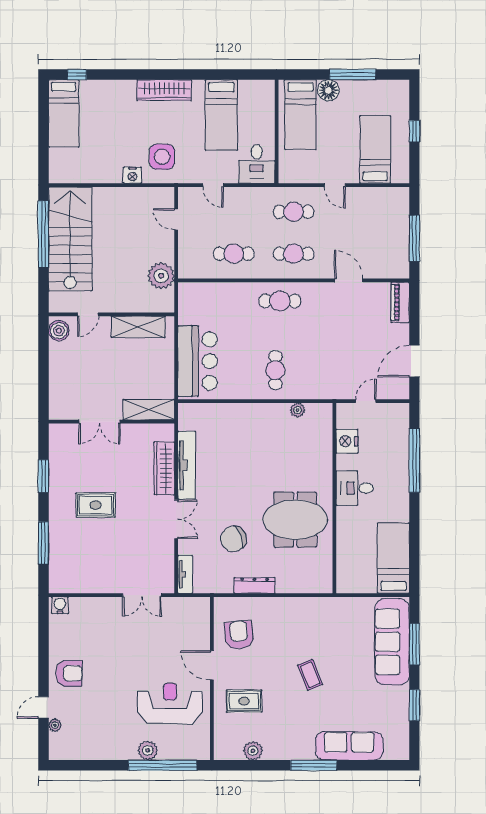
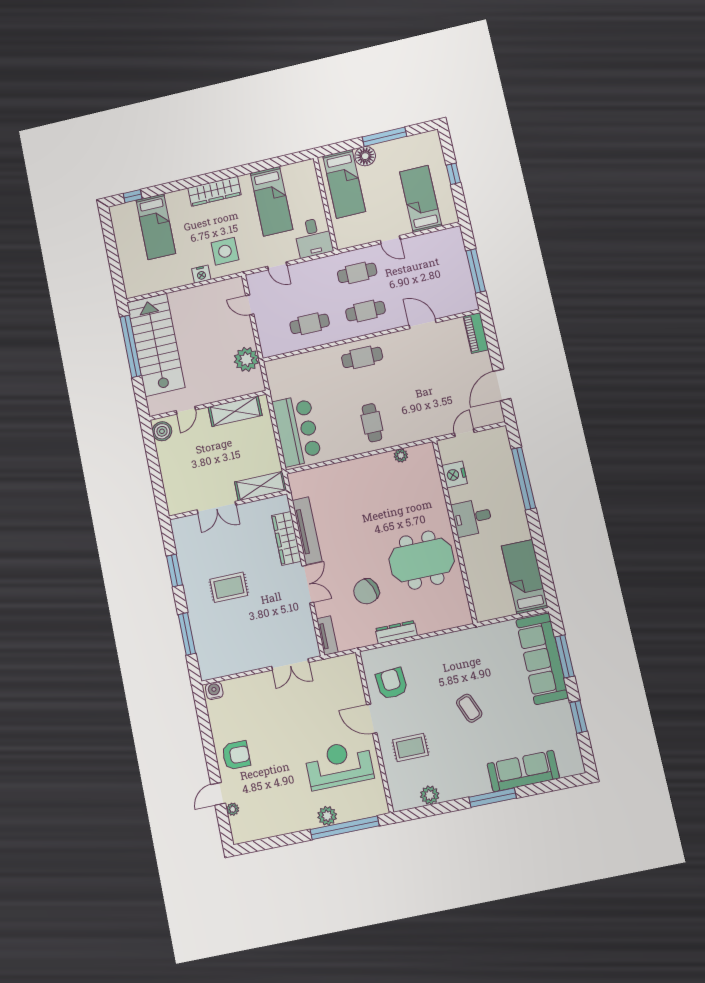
bed: (64, 113) -> (156, 227), moved

